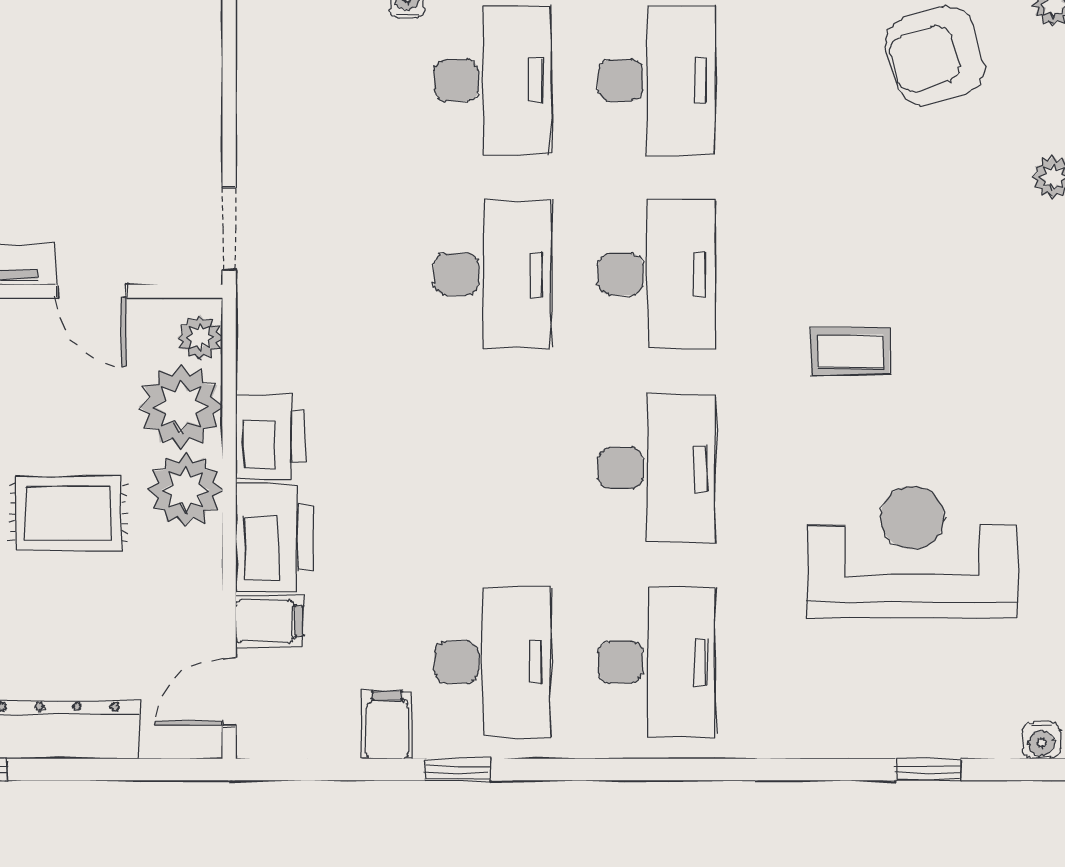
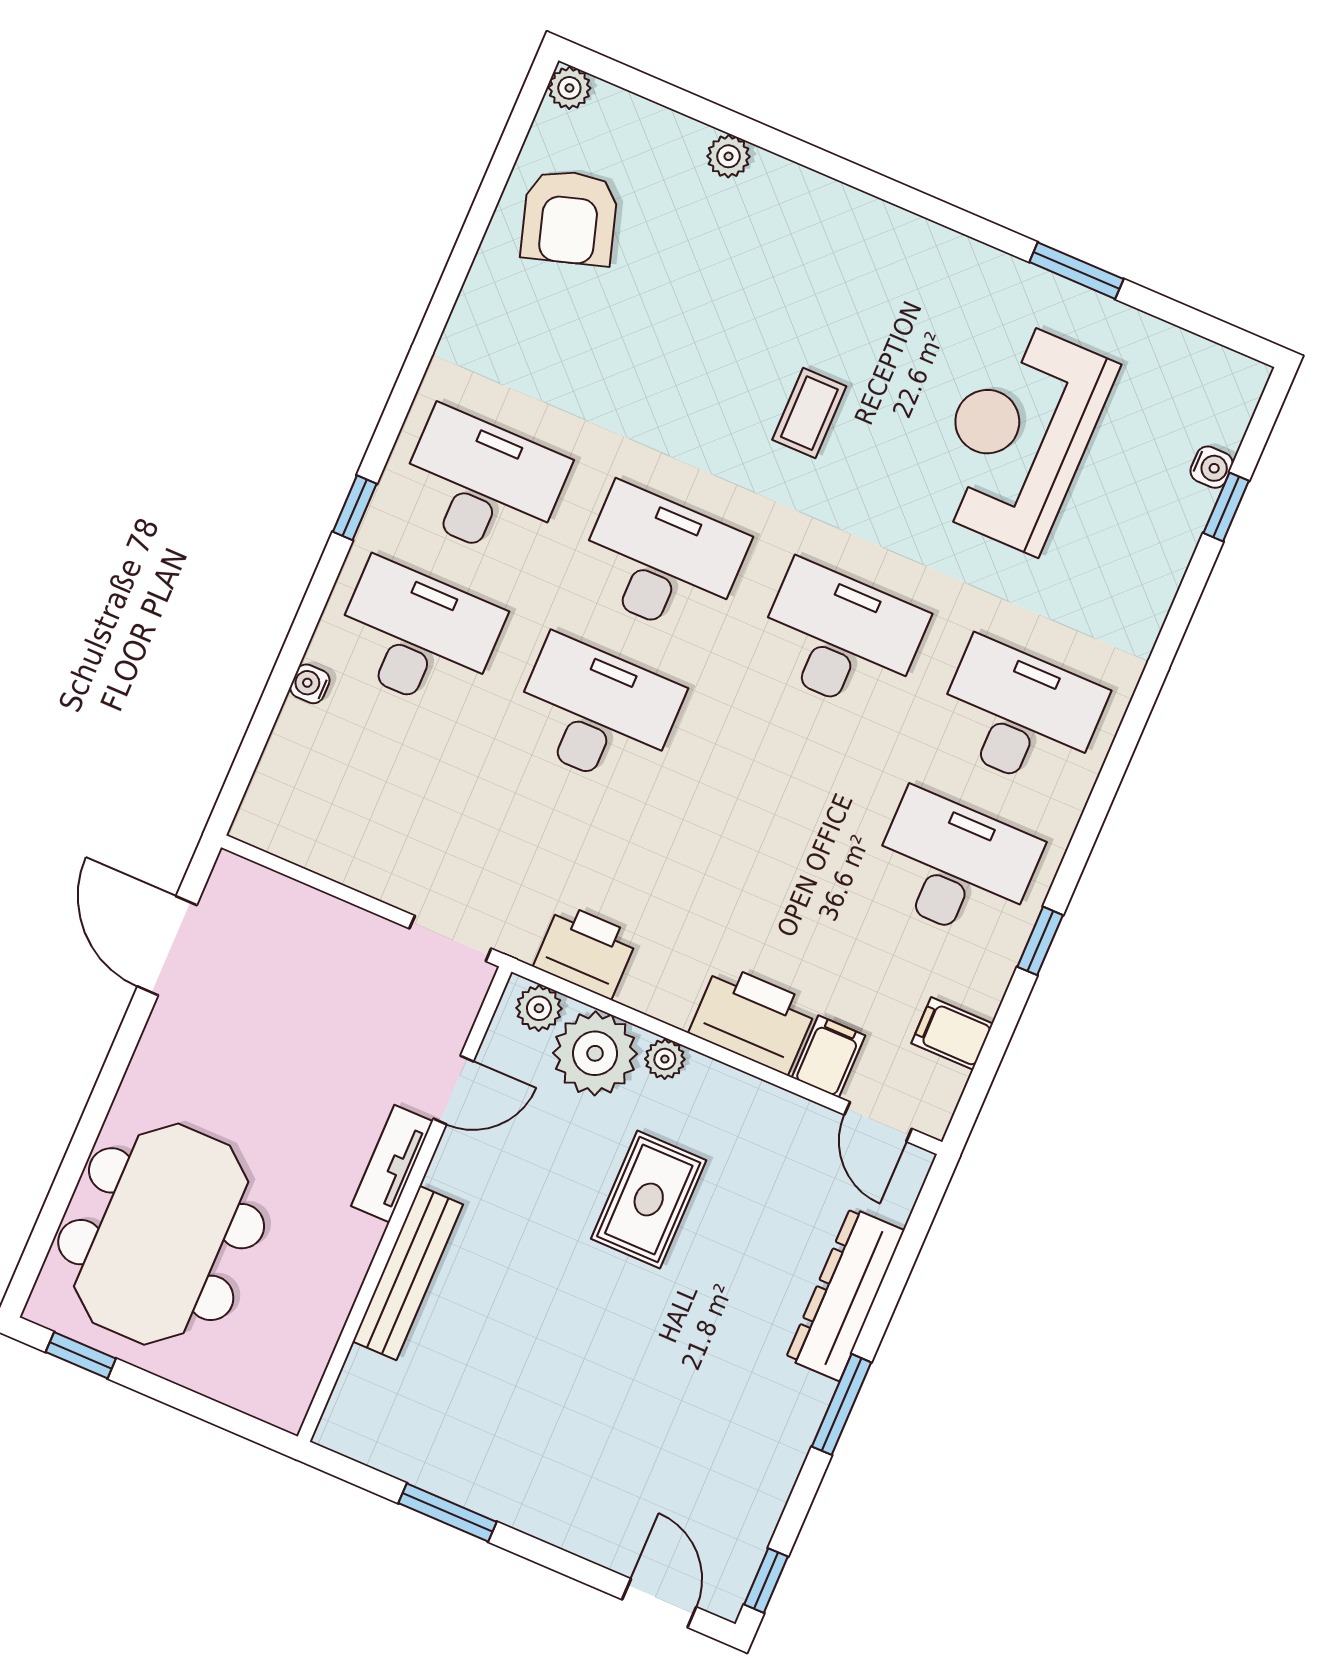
printer: (271, 437) -> (586, 951), moved
plant: (186, 490) -> (665, 1059), width x0.53, depth x0.53
filing cabinet: (387, 725) -> (952, 1033), moved
water cooler: (1042, 740) -> (1211, 467), moved

